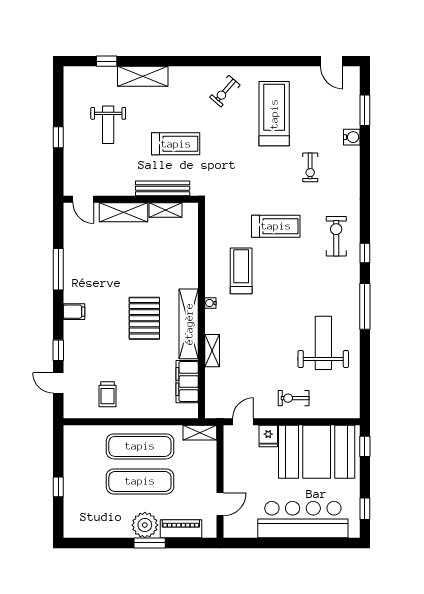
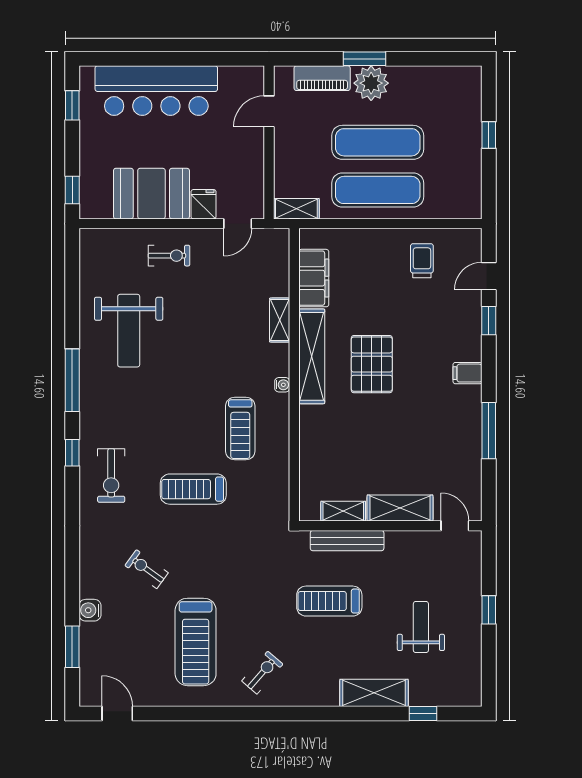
exercise bike: (310, 167) -> (147, 569), turned -54
door: (58, 383) -> (489, 276), swing flipped
booth: (317, 452) -> (151, 194), width x0.73, depth x0.70

